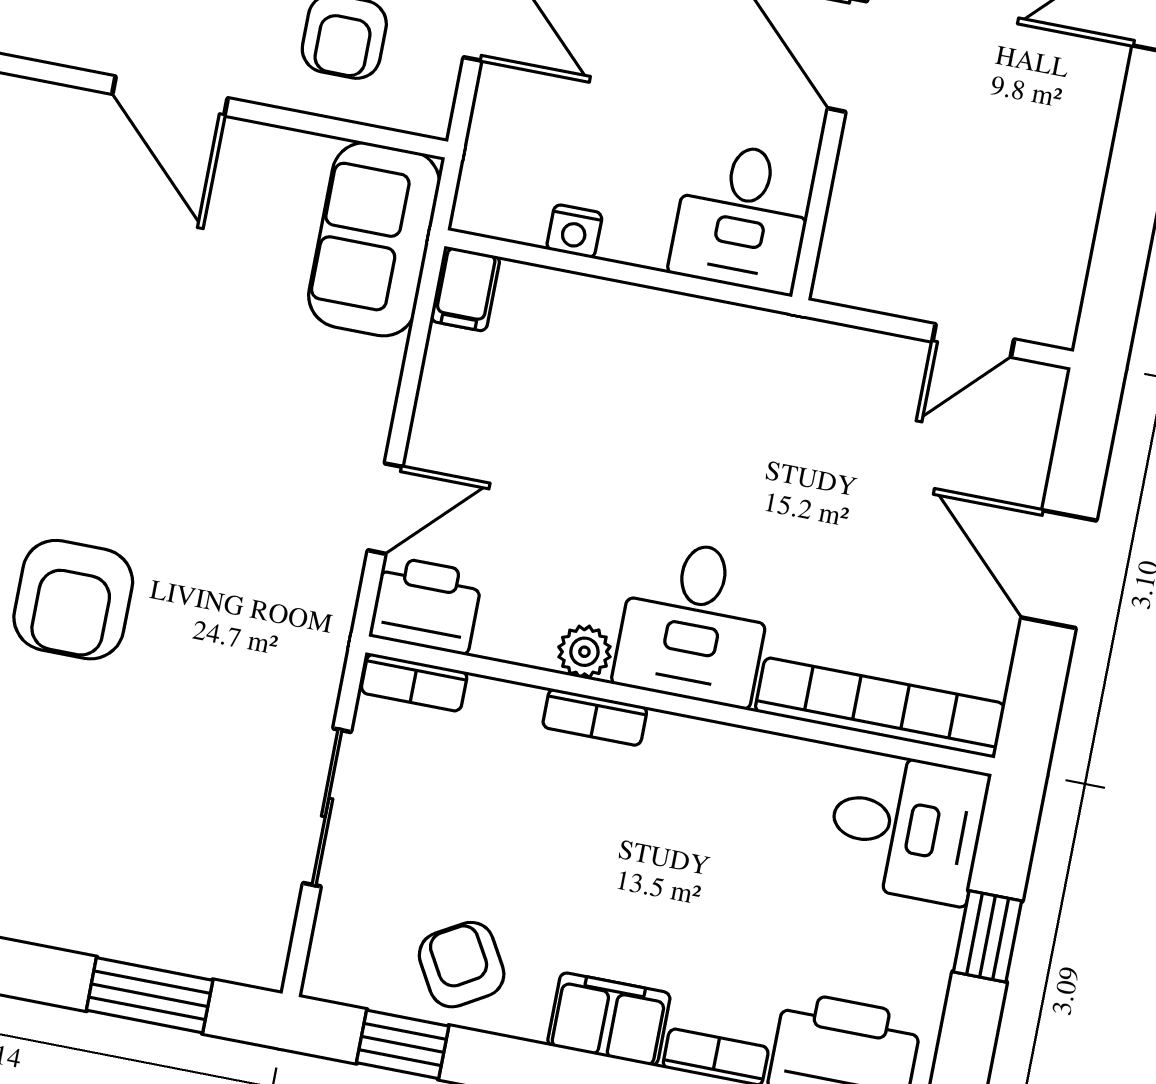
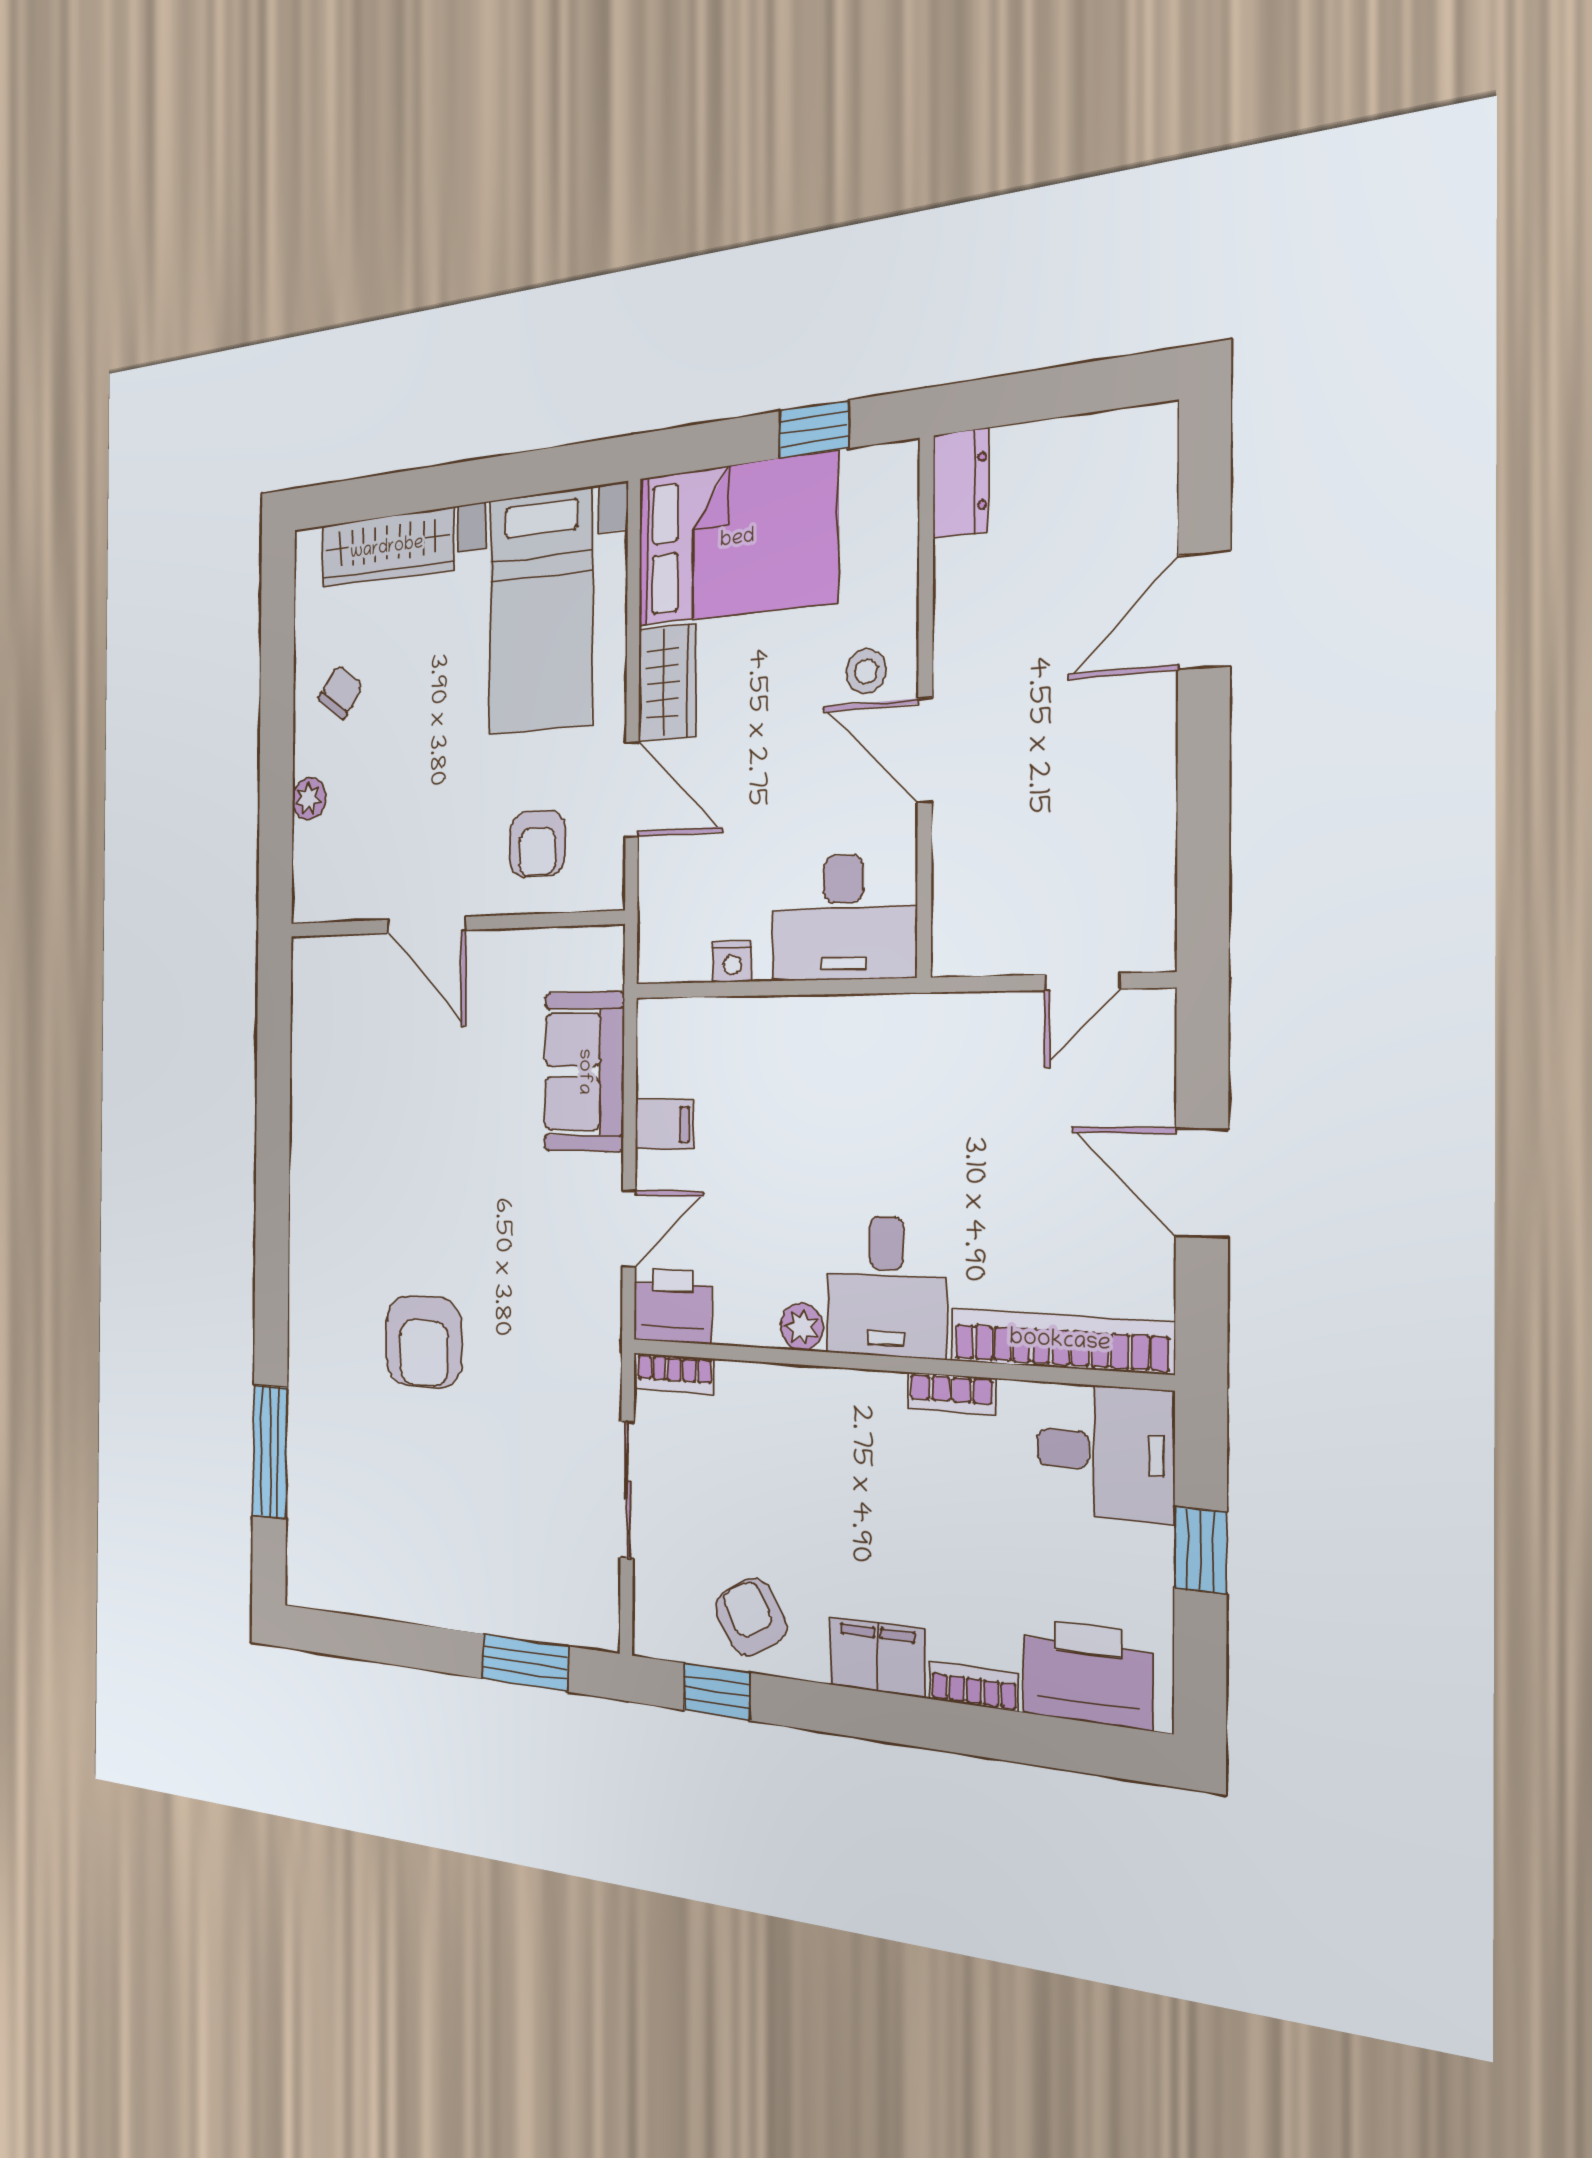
desk: (742, 217) -> (844, 917), width x1.37
sofa: (374, 239) -> (584, 1072), moved
filing cabinet: (465, 289) -> (664, 1124), moved, turned -90
bookcase: (595, 717) -> (951, 1394), moved

